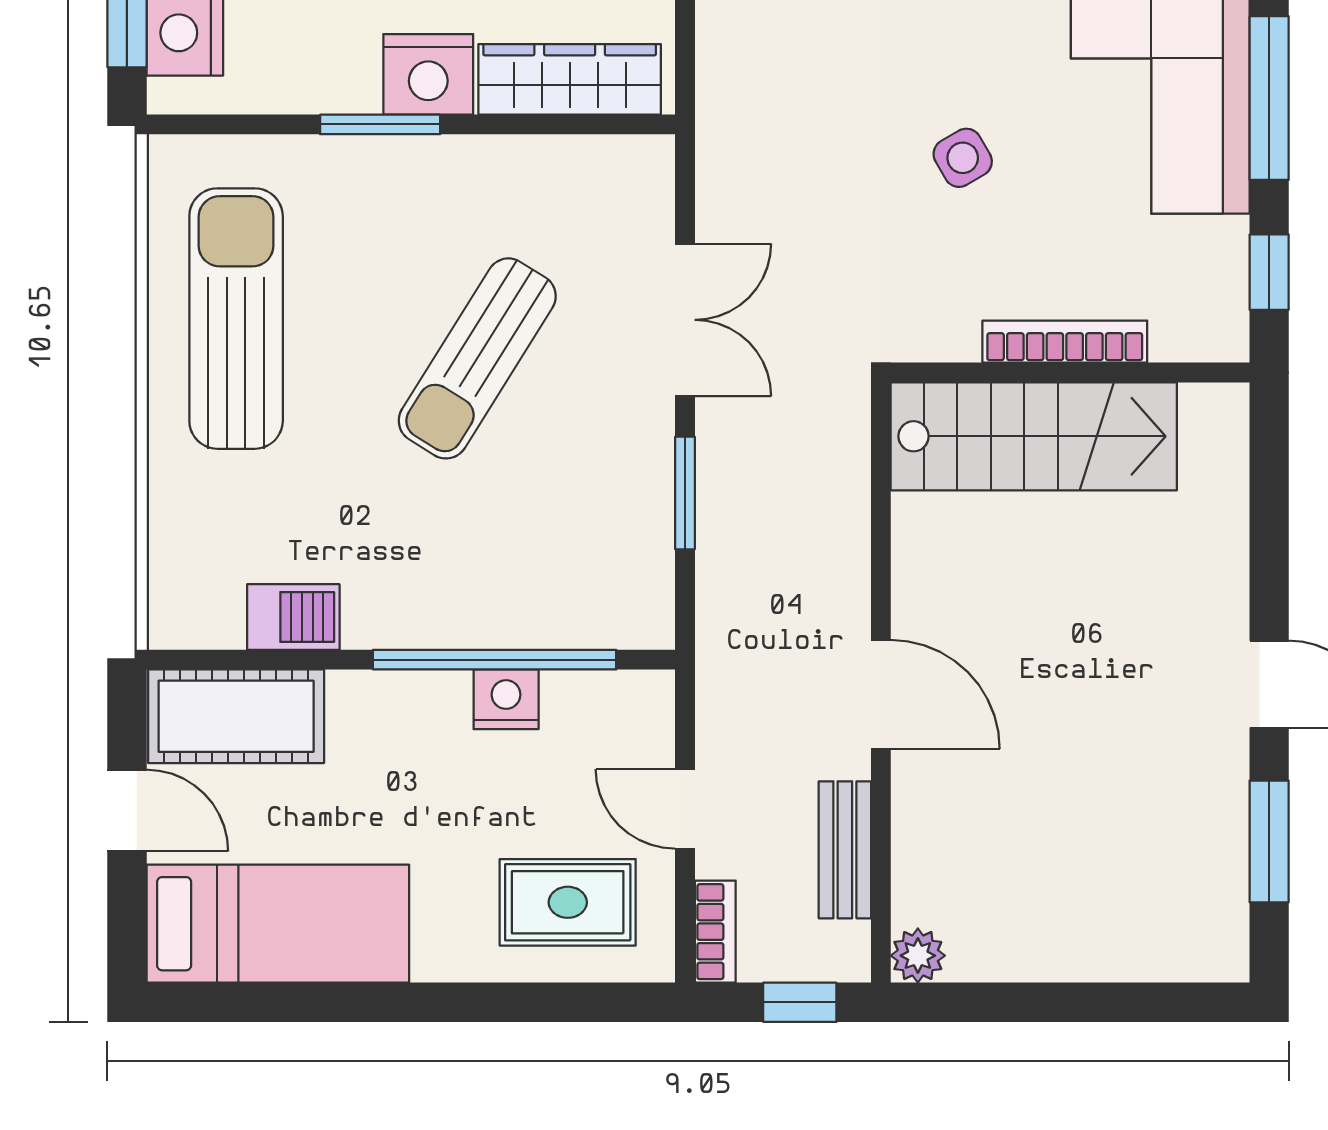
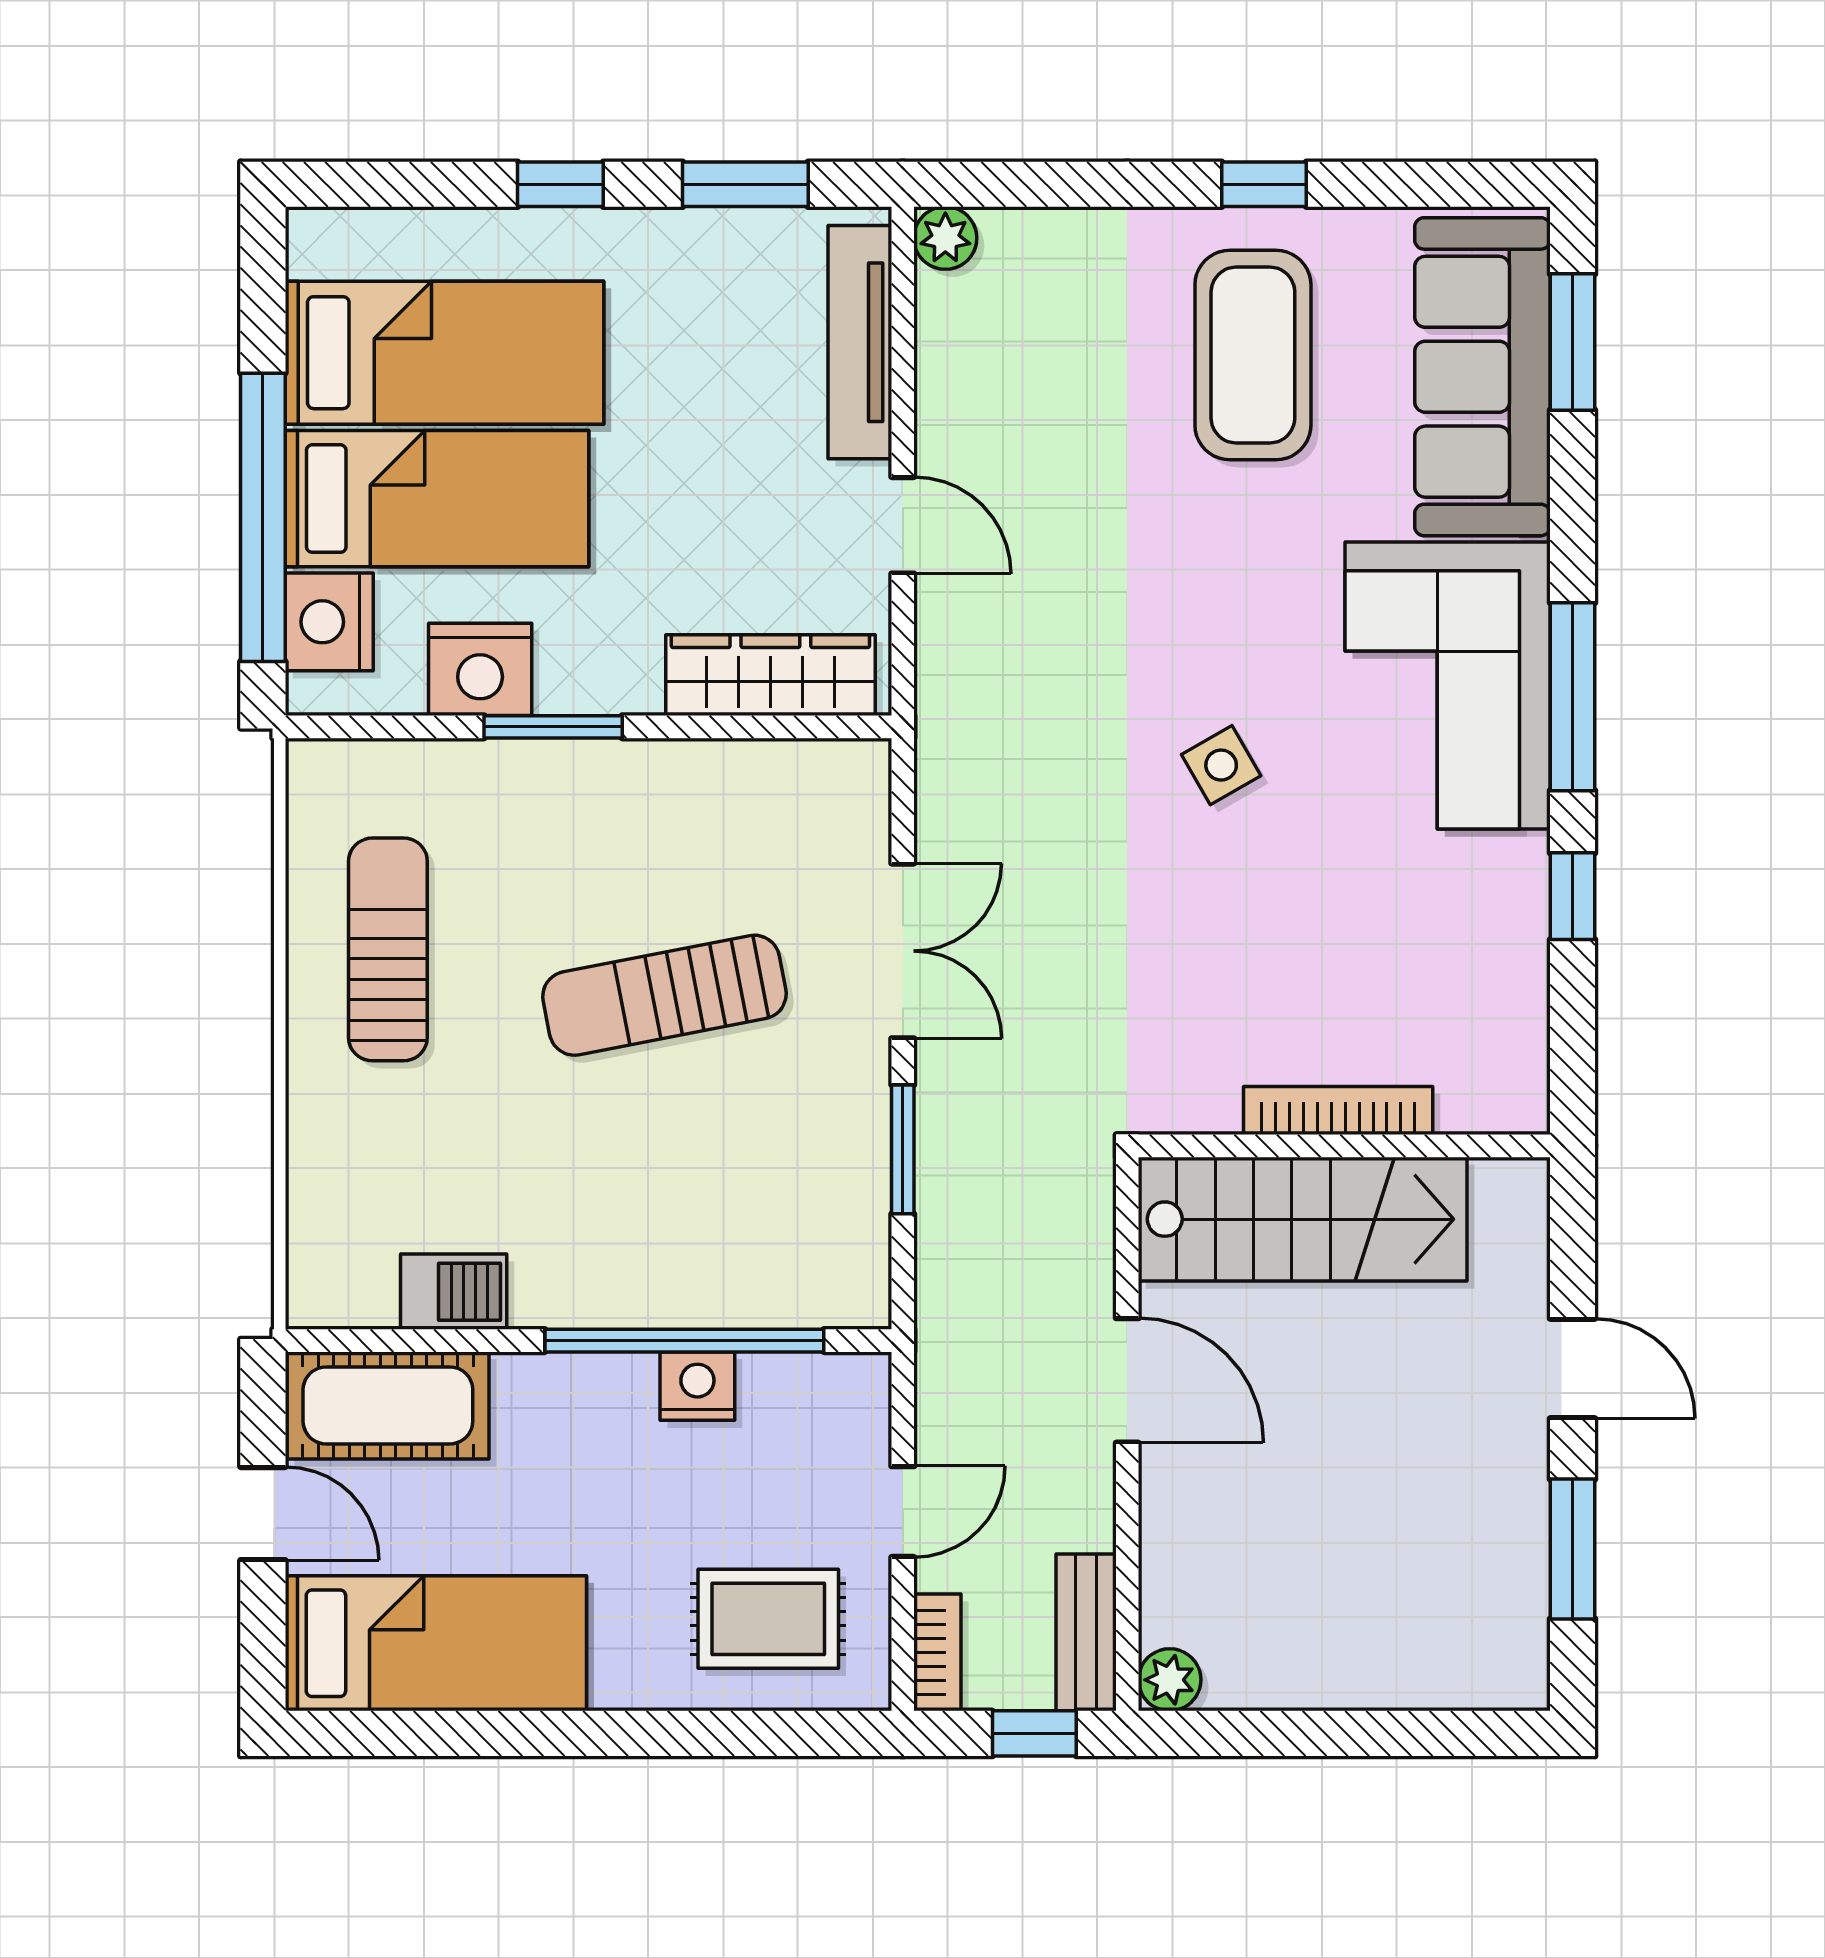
nightstand: (428, 74) -> (480, 669), moved
sun lounger: (236, 319) -> (388, 949), width x0.73, depth x0.75
bookcase: (1065, 342) -> (1338, 1111), moved
sun lounger: (477, 358) -> (664, 995), turned 47
wall: (1070, 372) -> (1344, 1146), moved
stairs: (1034, 436) -> (1303, 1219), moved
door: (685, 809) -> (903, 1512), swing flipped
bench: (845, 850) -> (1086, 1632), moved

